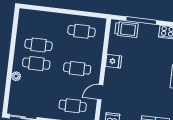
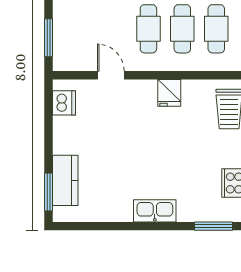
cafe table: (73, 106) -> (182, 29), moved

